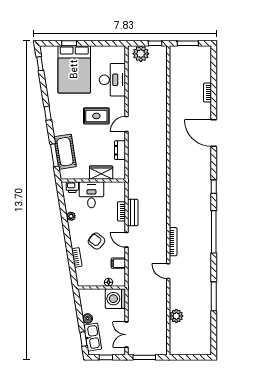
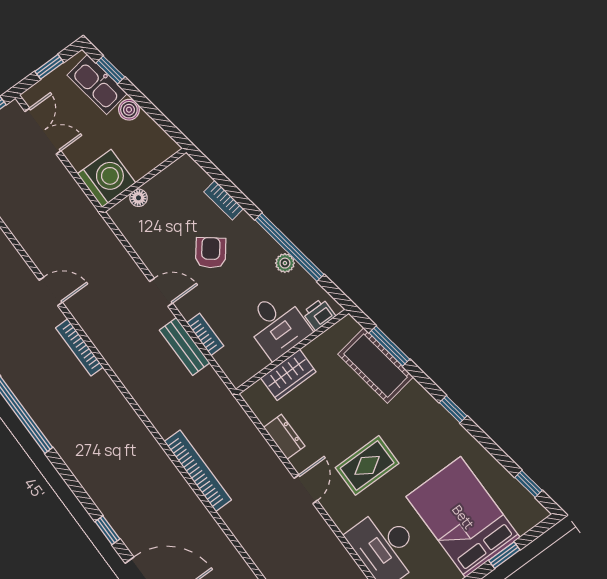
bookcase: (162, 161) -> (198, 471), added
window: (214, 187) -> (107, 530), moved
window: (65, 221) -> (289, 247), added
armchair: (96, 241) -> (211, 253), turned -91
filing cabinet: (118, 263) -> (146, 242), removed

